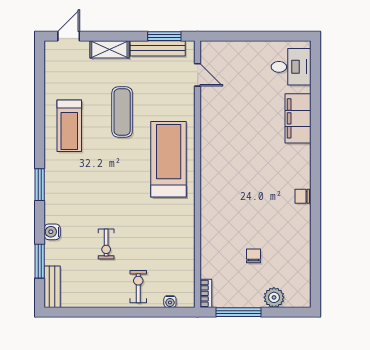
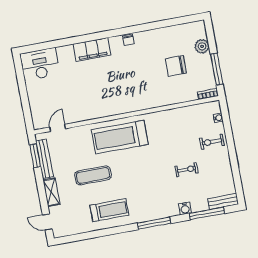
desk: (291, 67) -> (40, 64), width x1.37
filing cabinet: (298, 118) -> (92, 49), moved
window: (40, 185) -> (154, 223), width x1.44
chair: (254, 256) -> (176, 66), width x1.87, depth x1.87
window: (40, 261) -> (207, 213), width x1.44

